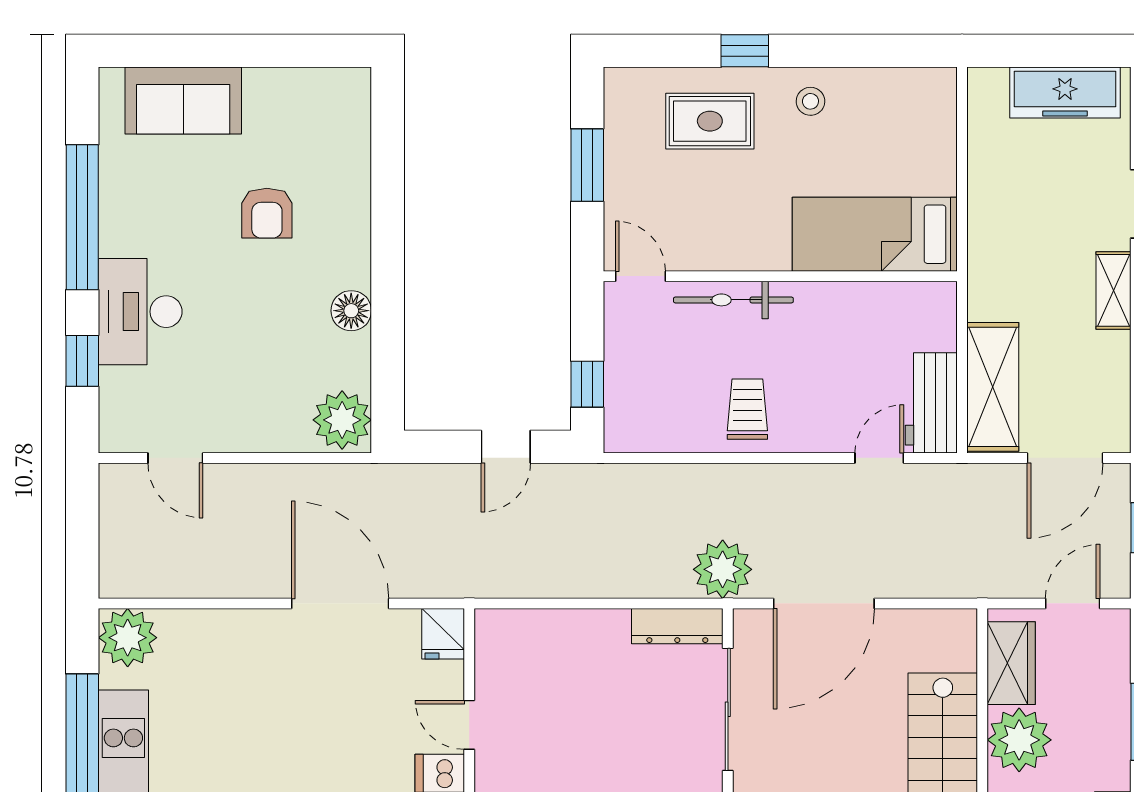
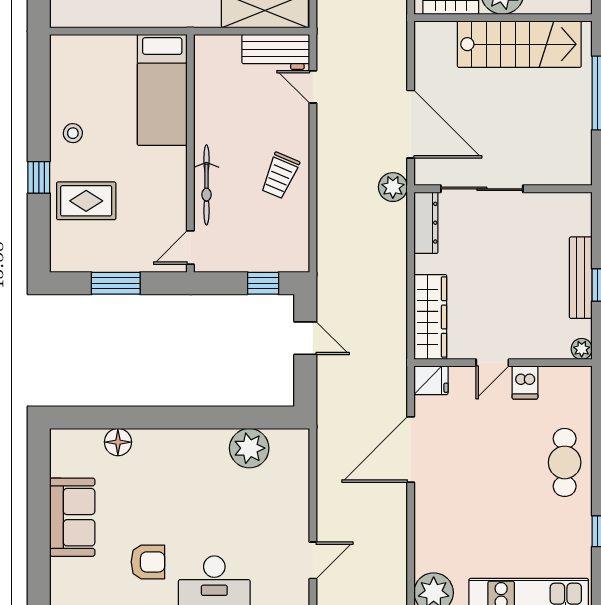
sofa: (183, 101) -> (72, 517), moved
rug: (710, 121) -> (86, 201), turned 90
armchair: (267, 213) -> (148, 562), moved
floor lamp: (351, 311) -> (118, 442), moved
trolley: (747, 409) -> (280, 176), turned -67
plant: (342, 420) -> (249, 448), moved
plant: (723, 569) -> (393, 187), width x0.73, depth x0.73
wardrobe: (537, 633) -> (430, 317), added

